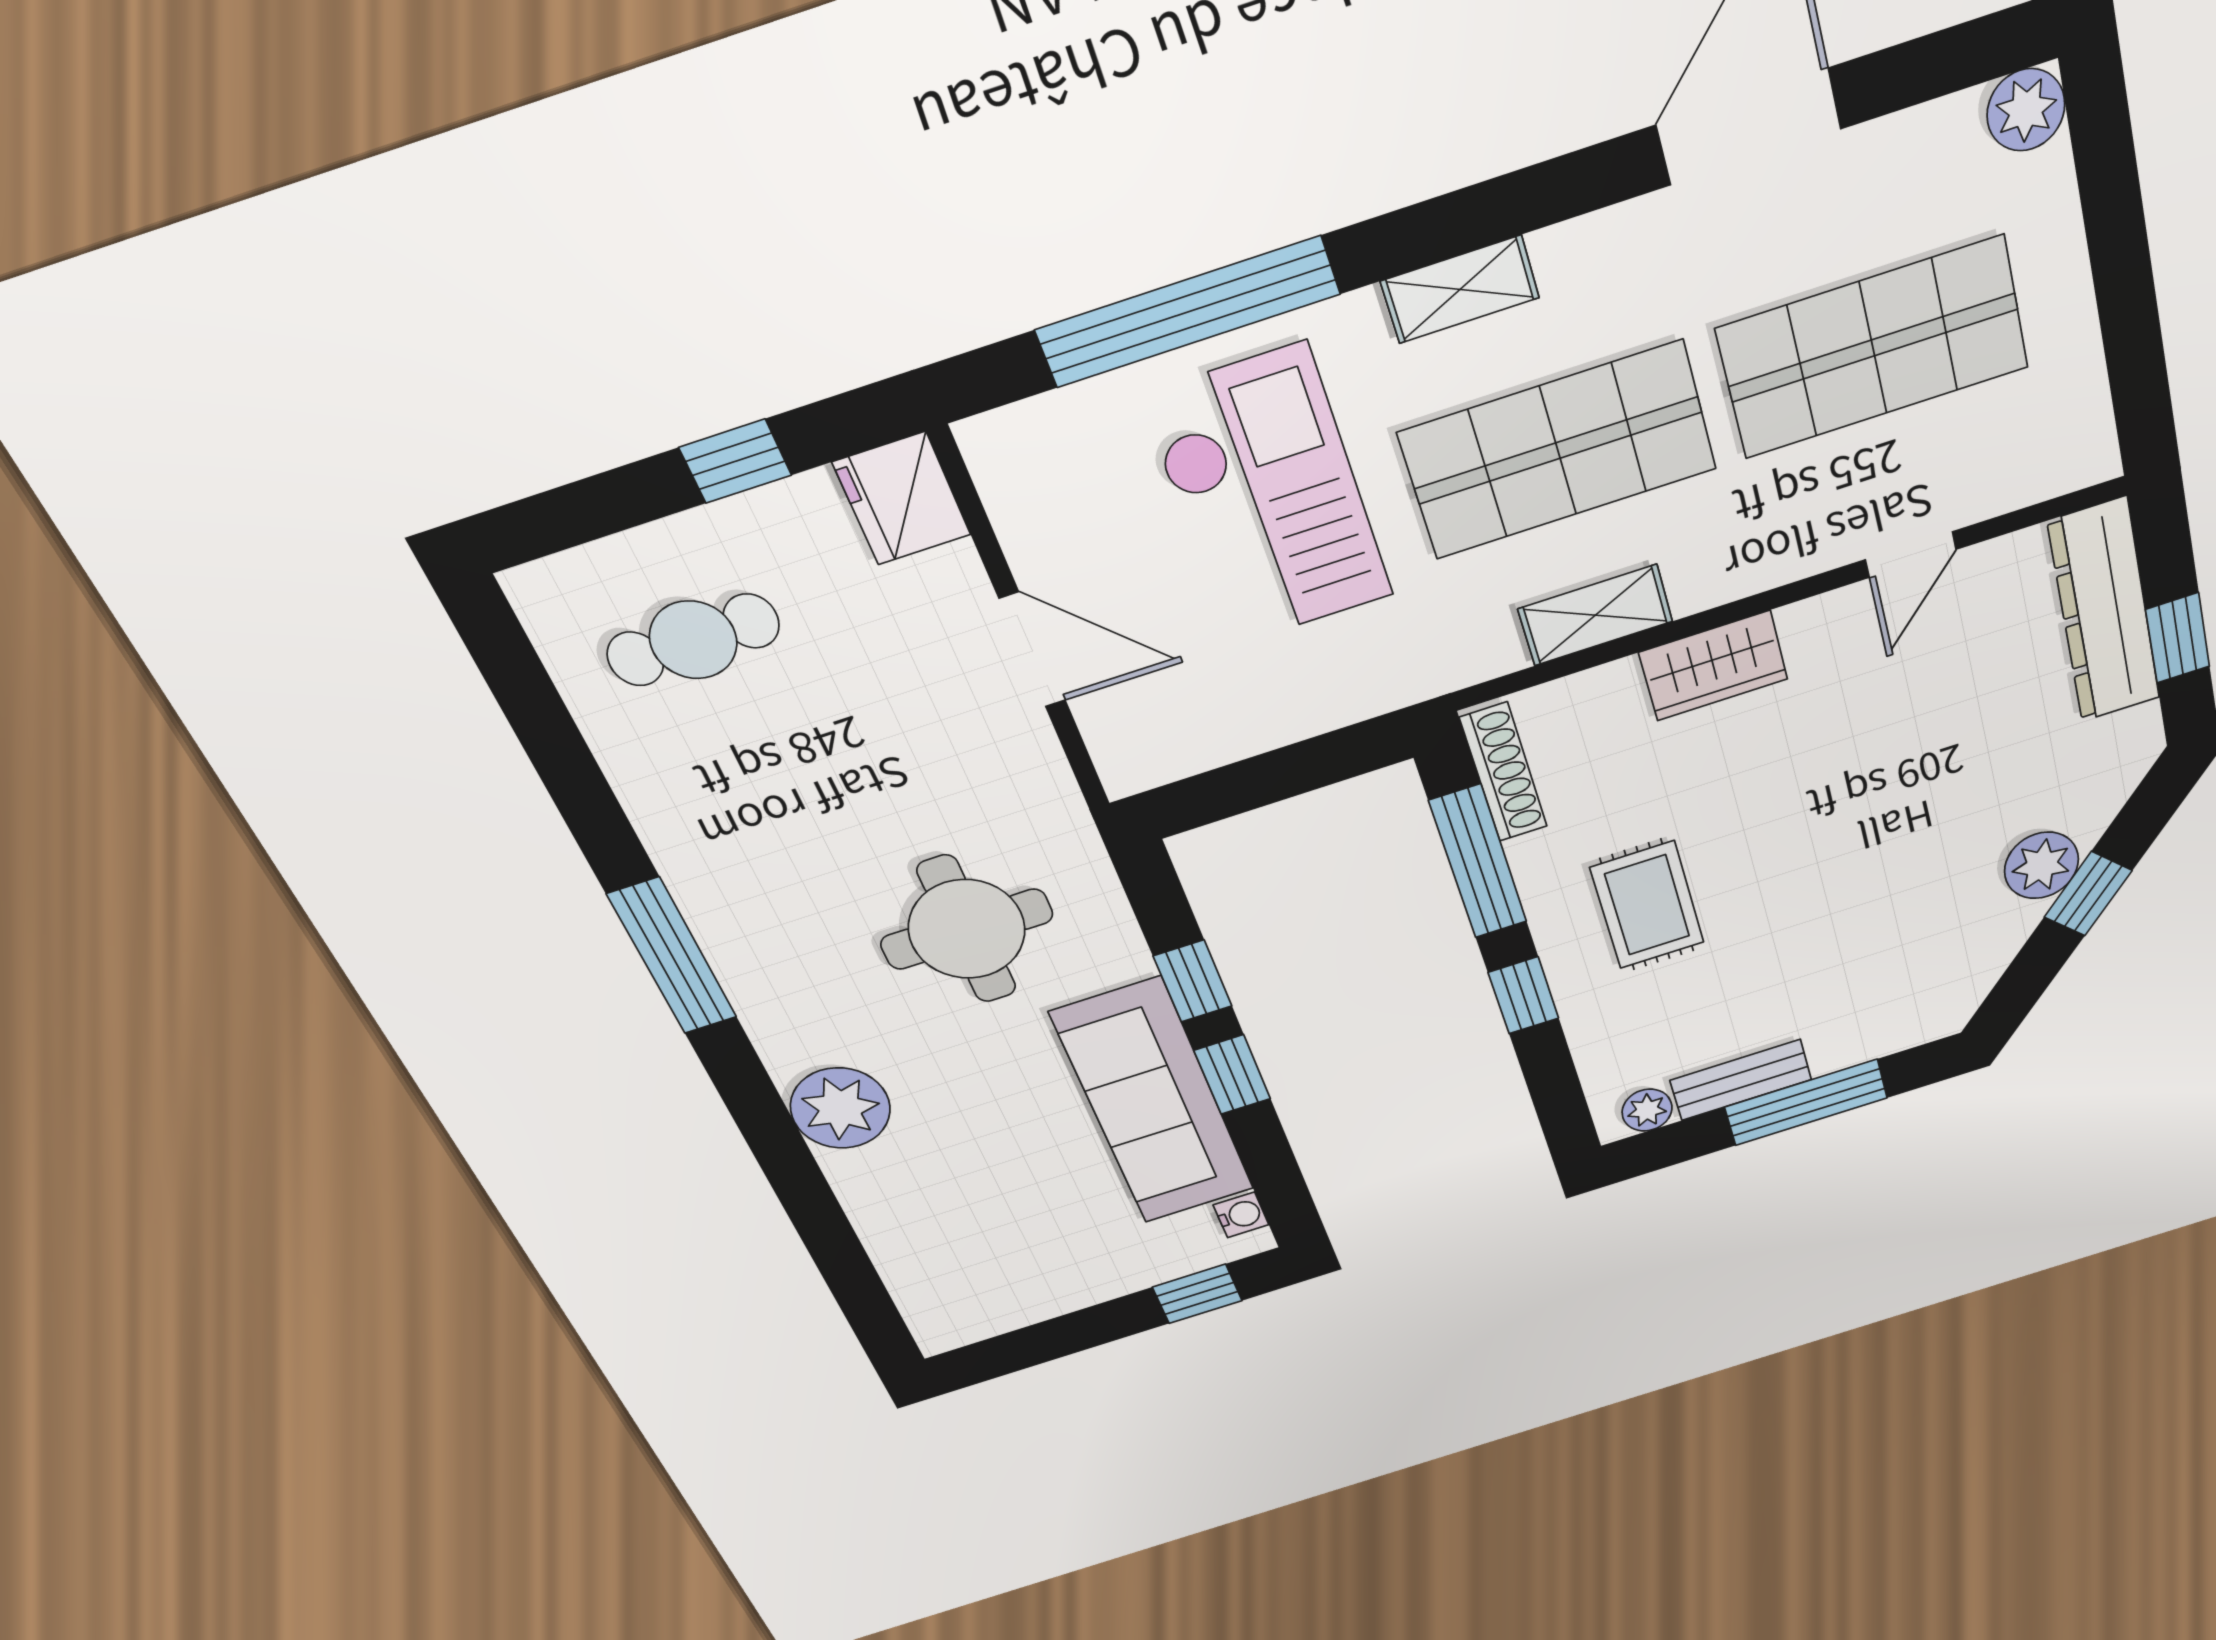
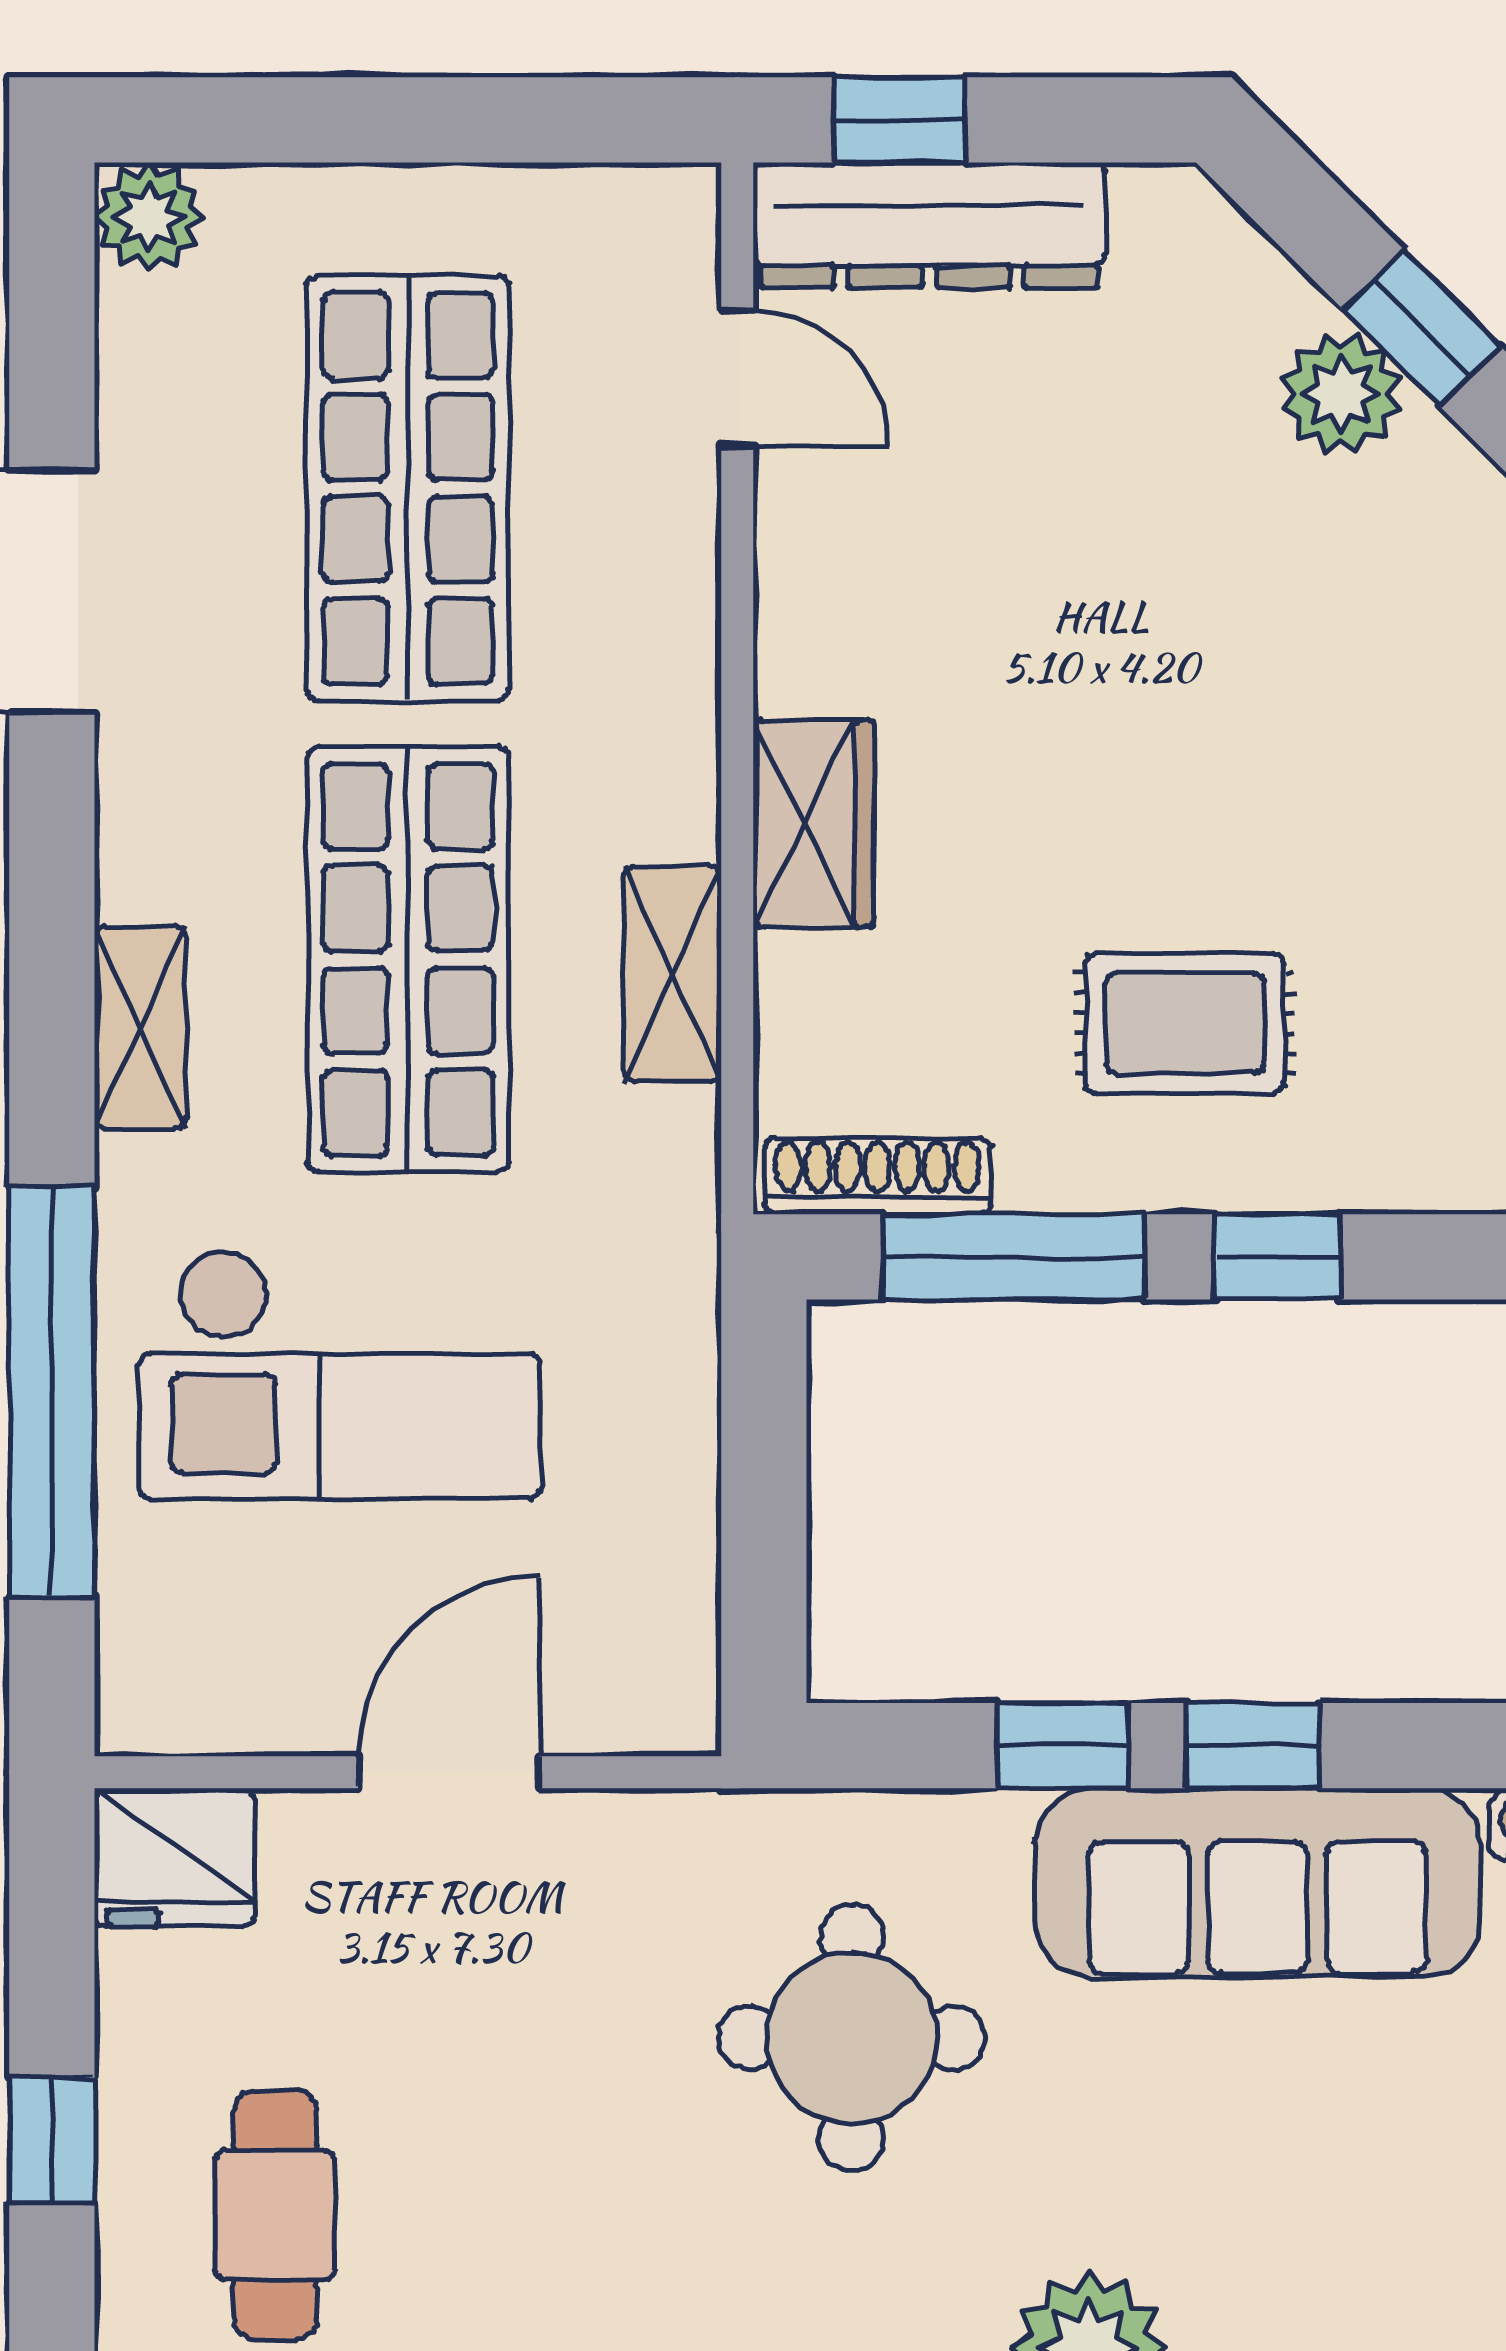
window: (735, 461) -> (52, 2140), moved
checkout: (1268, 497) -> (340, 1374), turned 180
door: (1911, 555) -> (737, 379), moved
window: (2178, 638) -> (900, 120), moved

